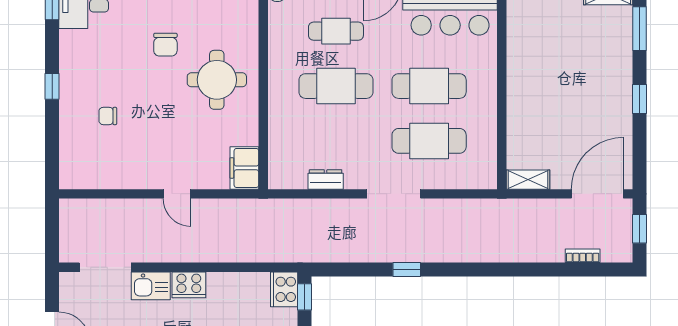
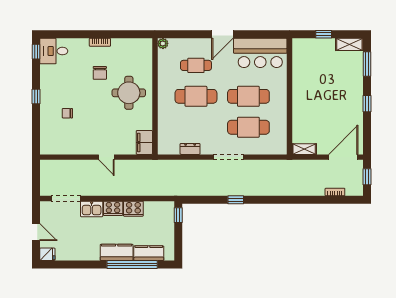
cooker: (284, 289) -> (133, 209), moved, turned -90

